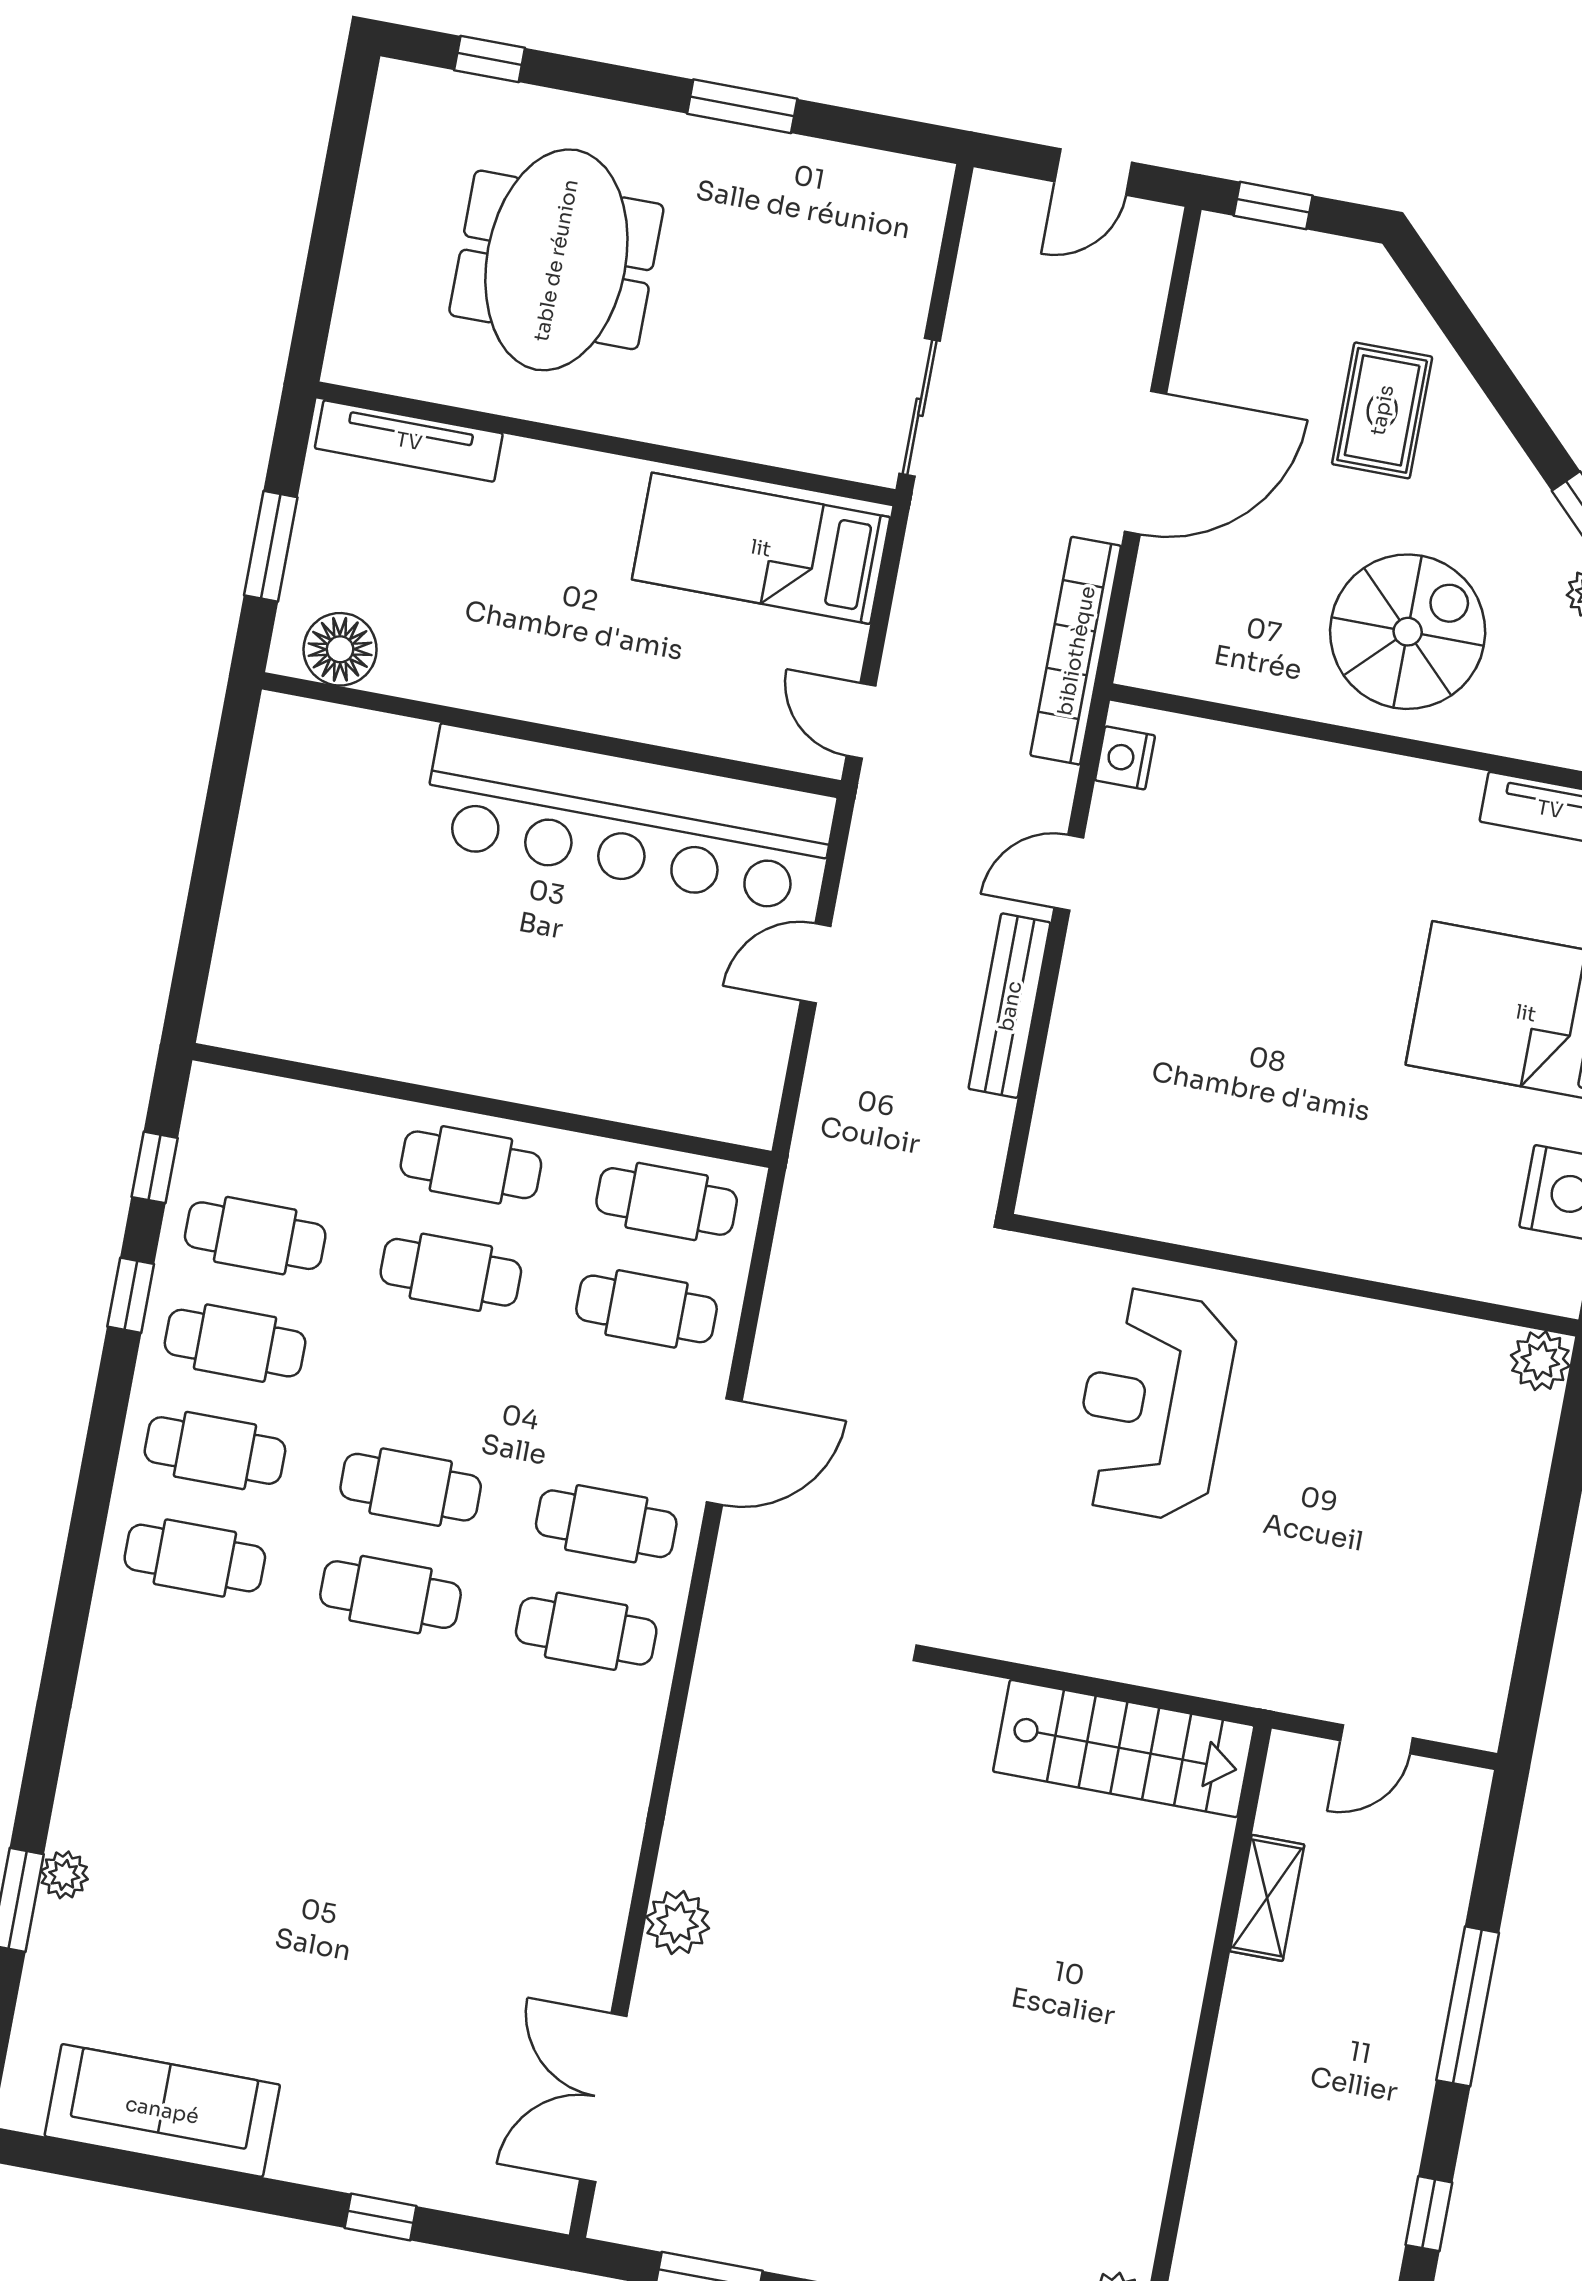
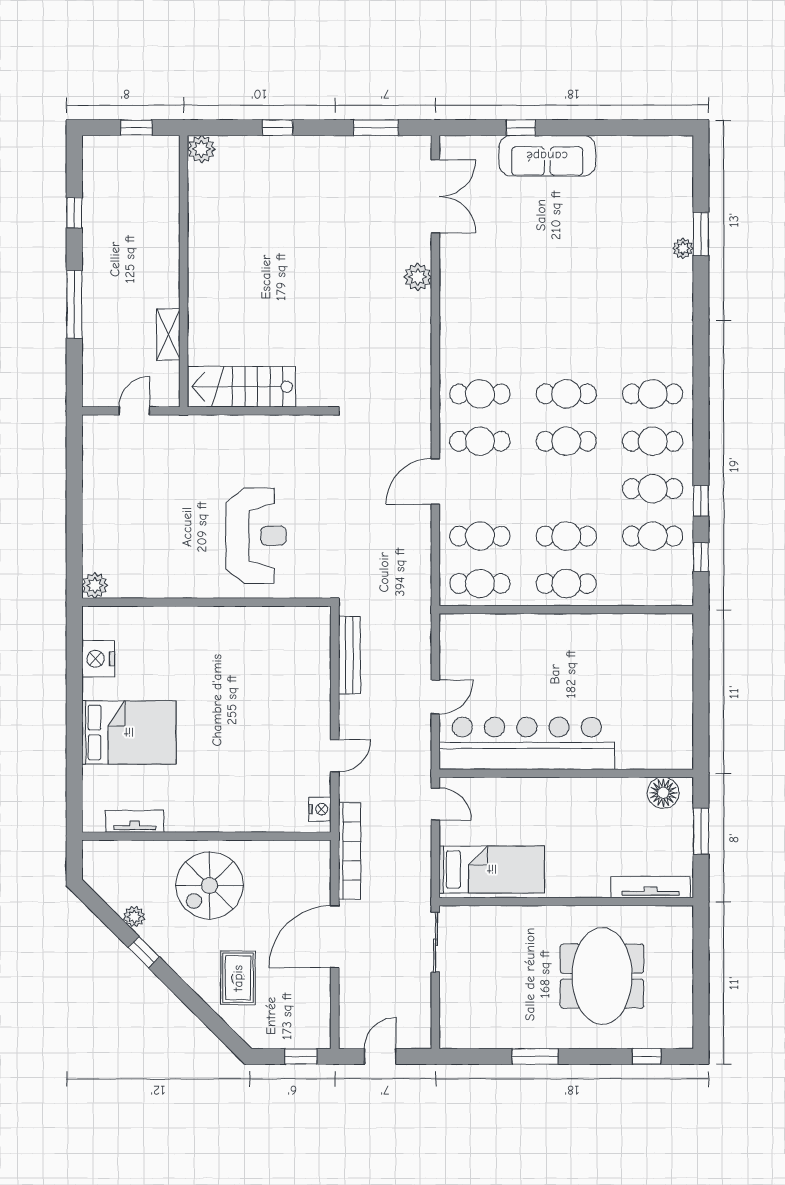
bench: (1010, 1006) -> (349, 655), moved
sofa: (162, 2110) -> (547, 156), moved

